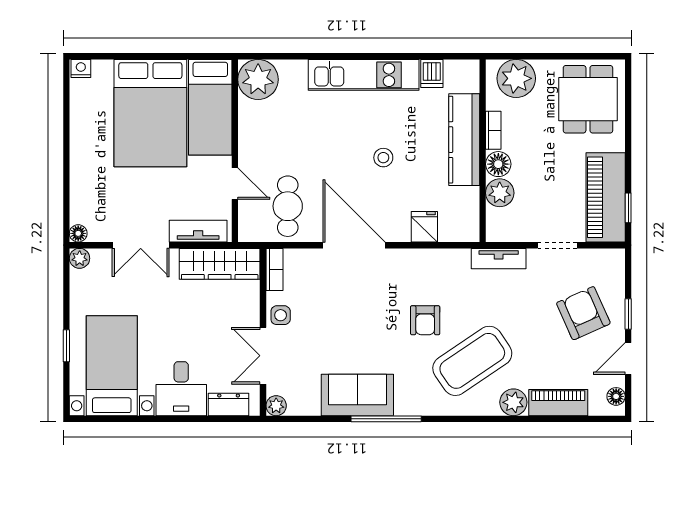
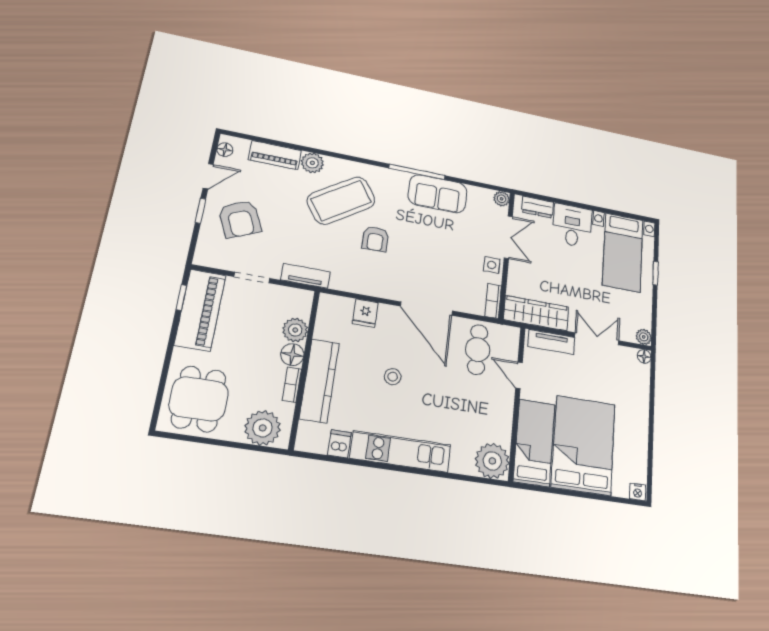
armchair: (425, 320) -> (375, 239), turned 180

